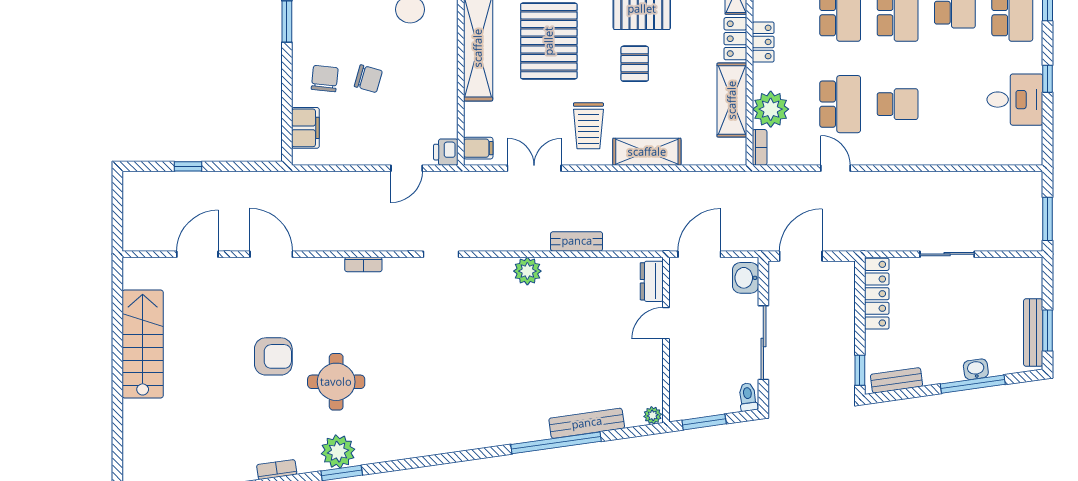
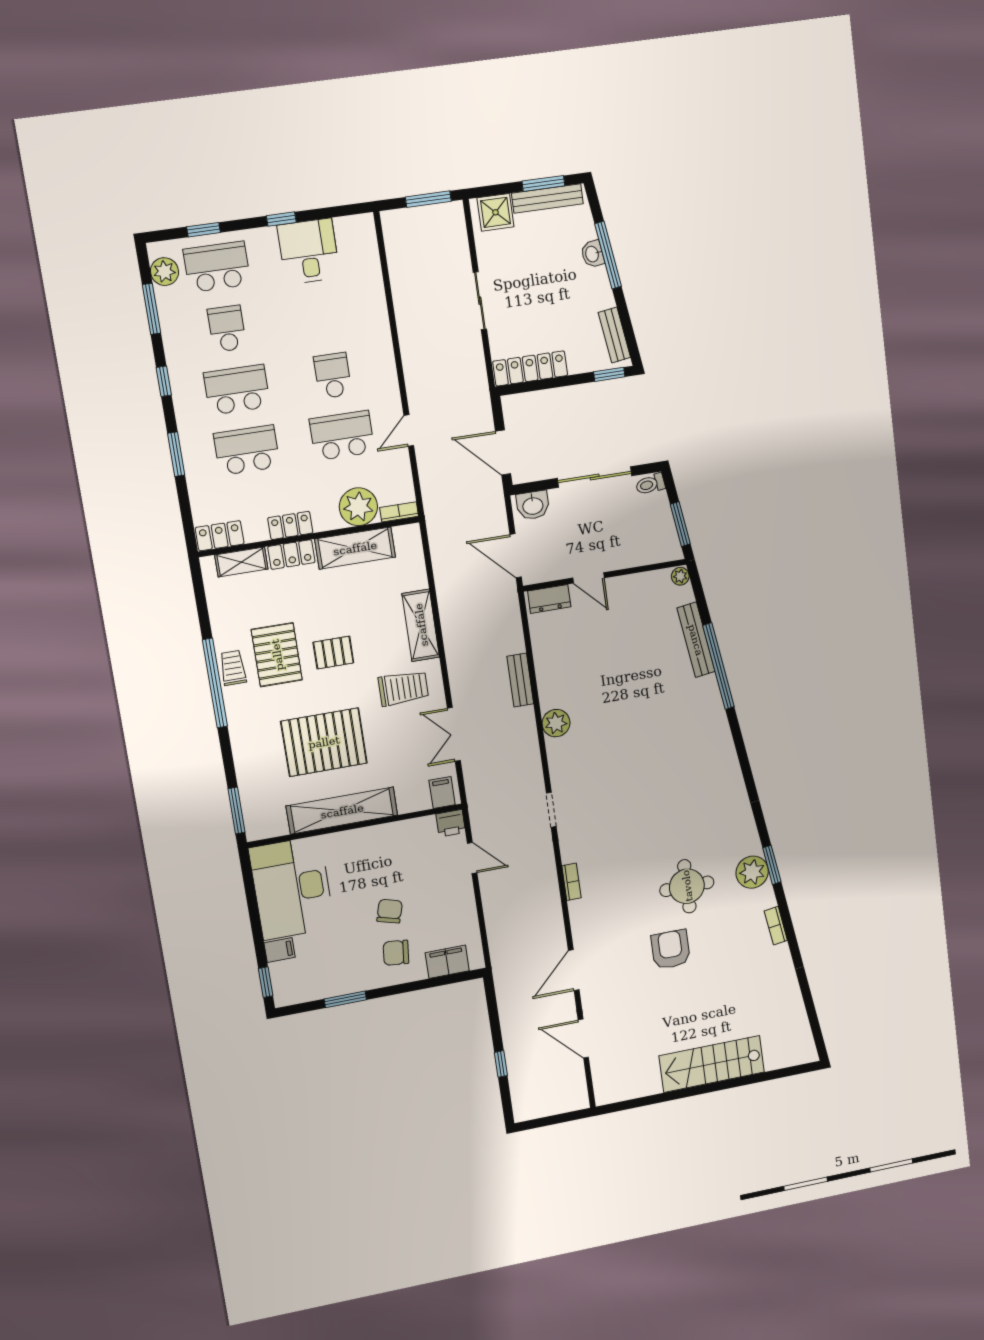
shower: (1027, 281) -> (495, 212), added
stairs: (143, 344) -> (712, 1064), moved

